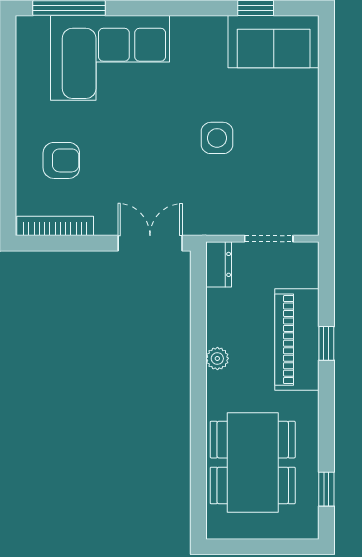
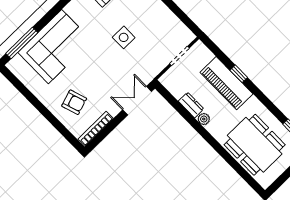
armchair: (61, 160) -> (74, 102), turned 72
dresser: (219, 264) -> (191, 105), moved

